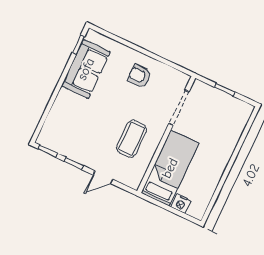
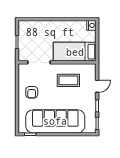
sofa: (86, 69) -> (55, 121), width x1.85, depth x1.27
door: (103, 177) -> (97, 86), hinge flipped
nightstand: (181, 204) -> (91, 25), moved

